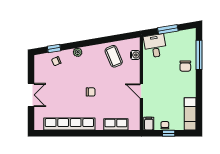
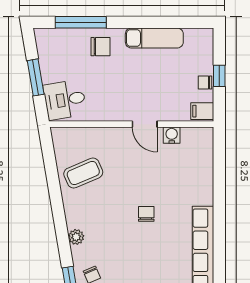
water cooler: (135, 55) -> (172, 135), moved
door: (141, 91) -> (145, 124), hinge flipped
exam couch: (190, 114) -> (154, 38), moved
row of seats: (116, 124) -> (204, 169), removed

